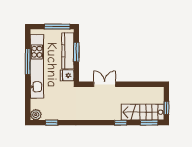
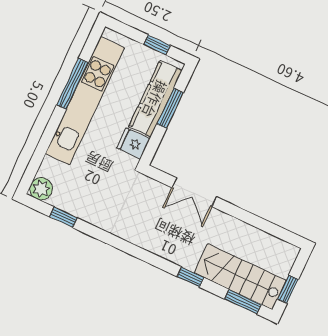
window: (57, 27) -> (157, 45), width x0.46
double door: (105, 84) -> (194, 192), swing flipped

